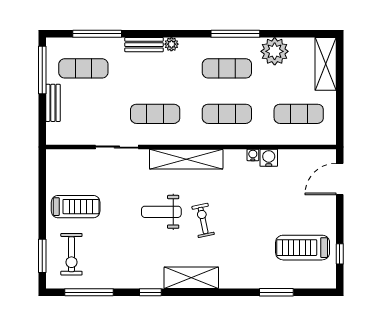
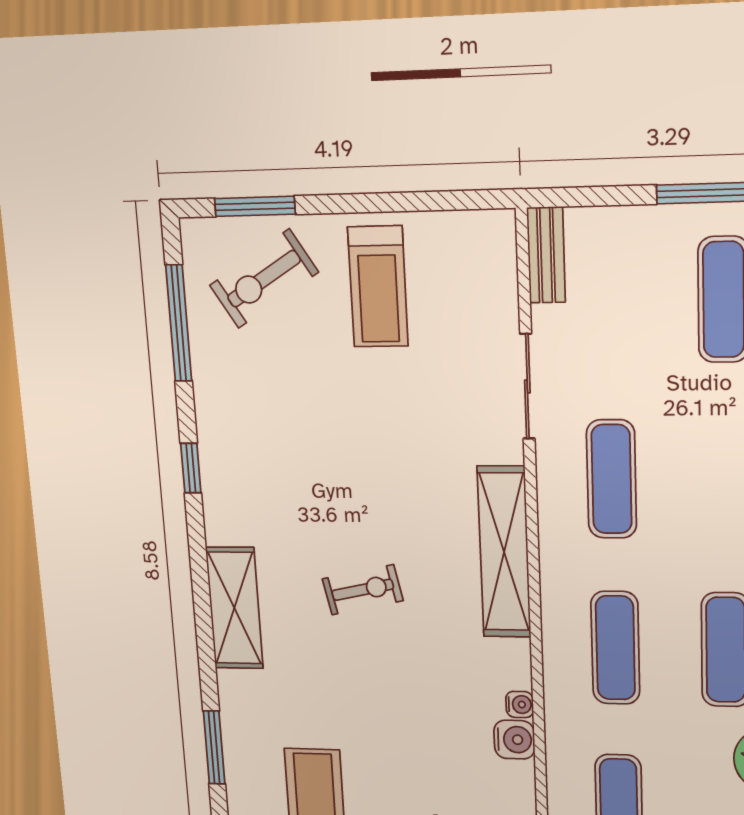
bench: (53, 103) -> (546, 255), moved, turned 90
weight bench: (161, 212) -> (377, 494), removed
exercise bike: (71, 254) -> (264, 279), turned -32
shelving: (191, 278) -> (234, 608), moved

